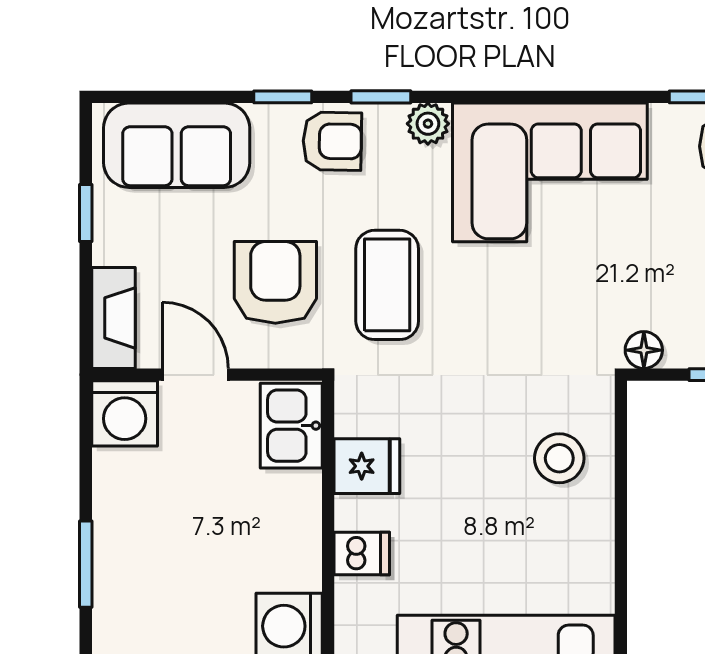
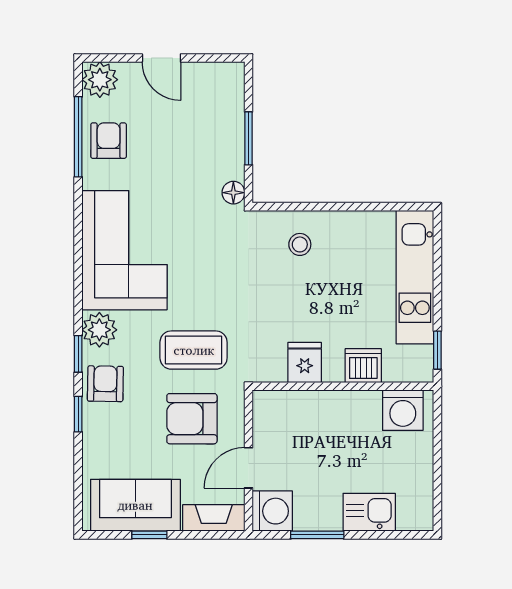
plant: (428, 124) -> (99, 330), width x1.38, depth x1.38
sofa: (177, 145) -> (135, 505), moved, turned -90
kitchen sink: (291, 426) -> (369, 512), moved, turned 180
stool: (559, 458) -> (300, 244), width x0.73, depth x0.73
dishwasher: (362, 554) -> (363, 366), width x1.38
window: (86, 564) -> (317, 535), moved

